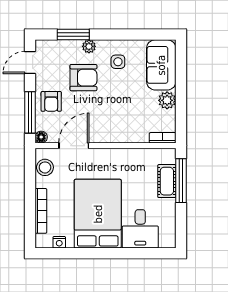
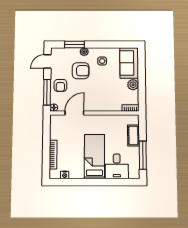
stool: (45, 167) -> (56, 127), removed
window: (181, 181) -> (143, 155), moved
bed: (98, 214) -> (94, 156), width x0.67

